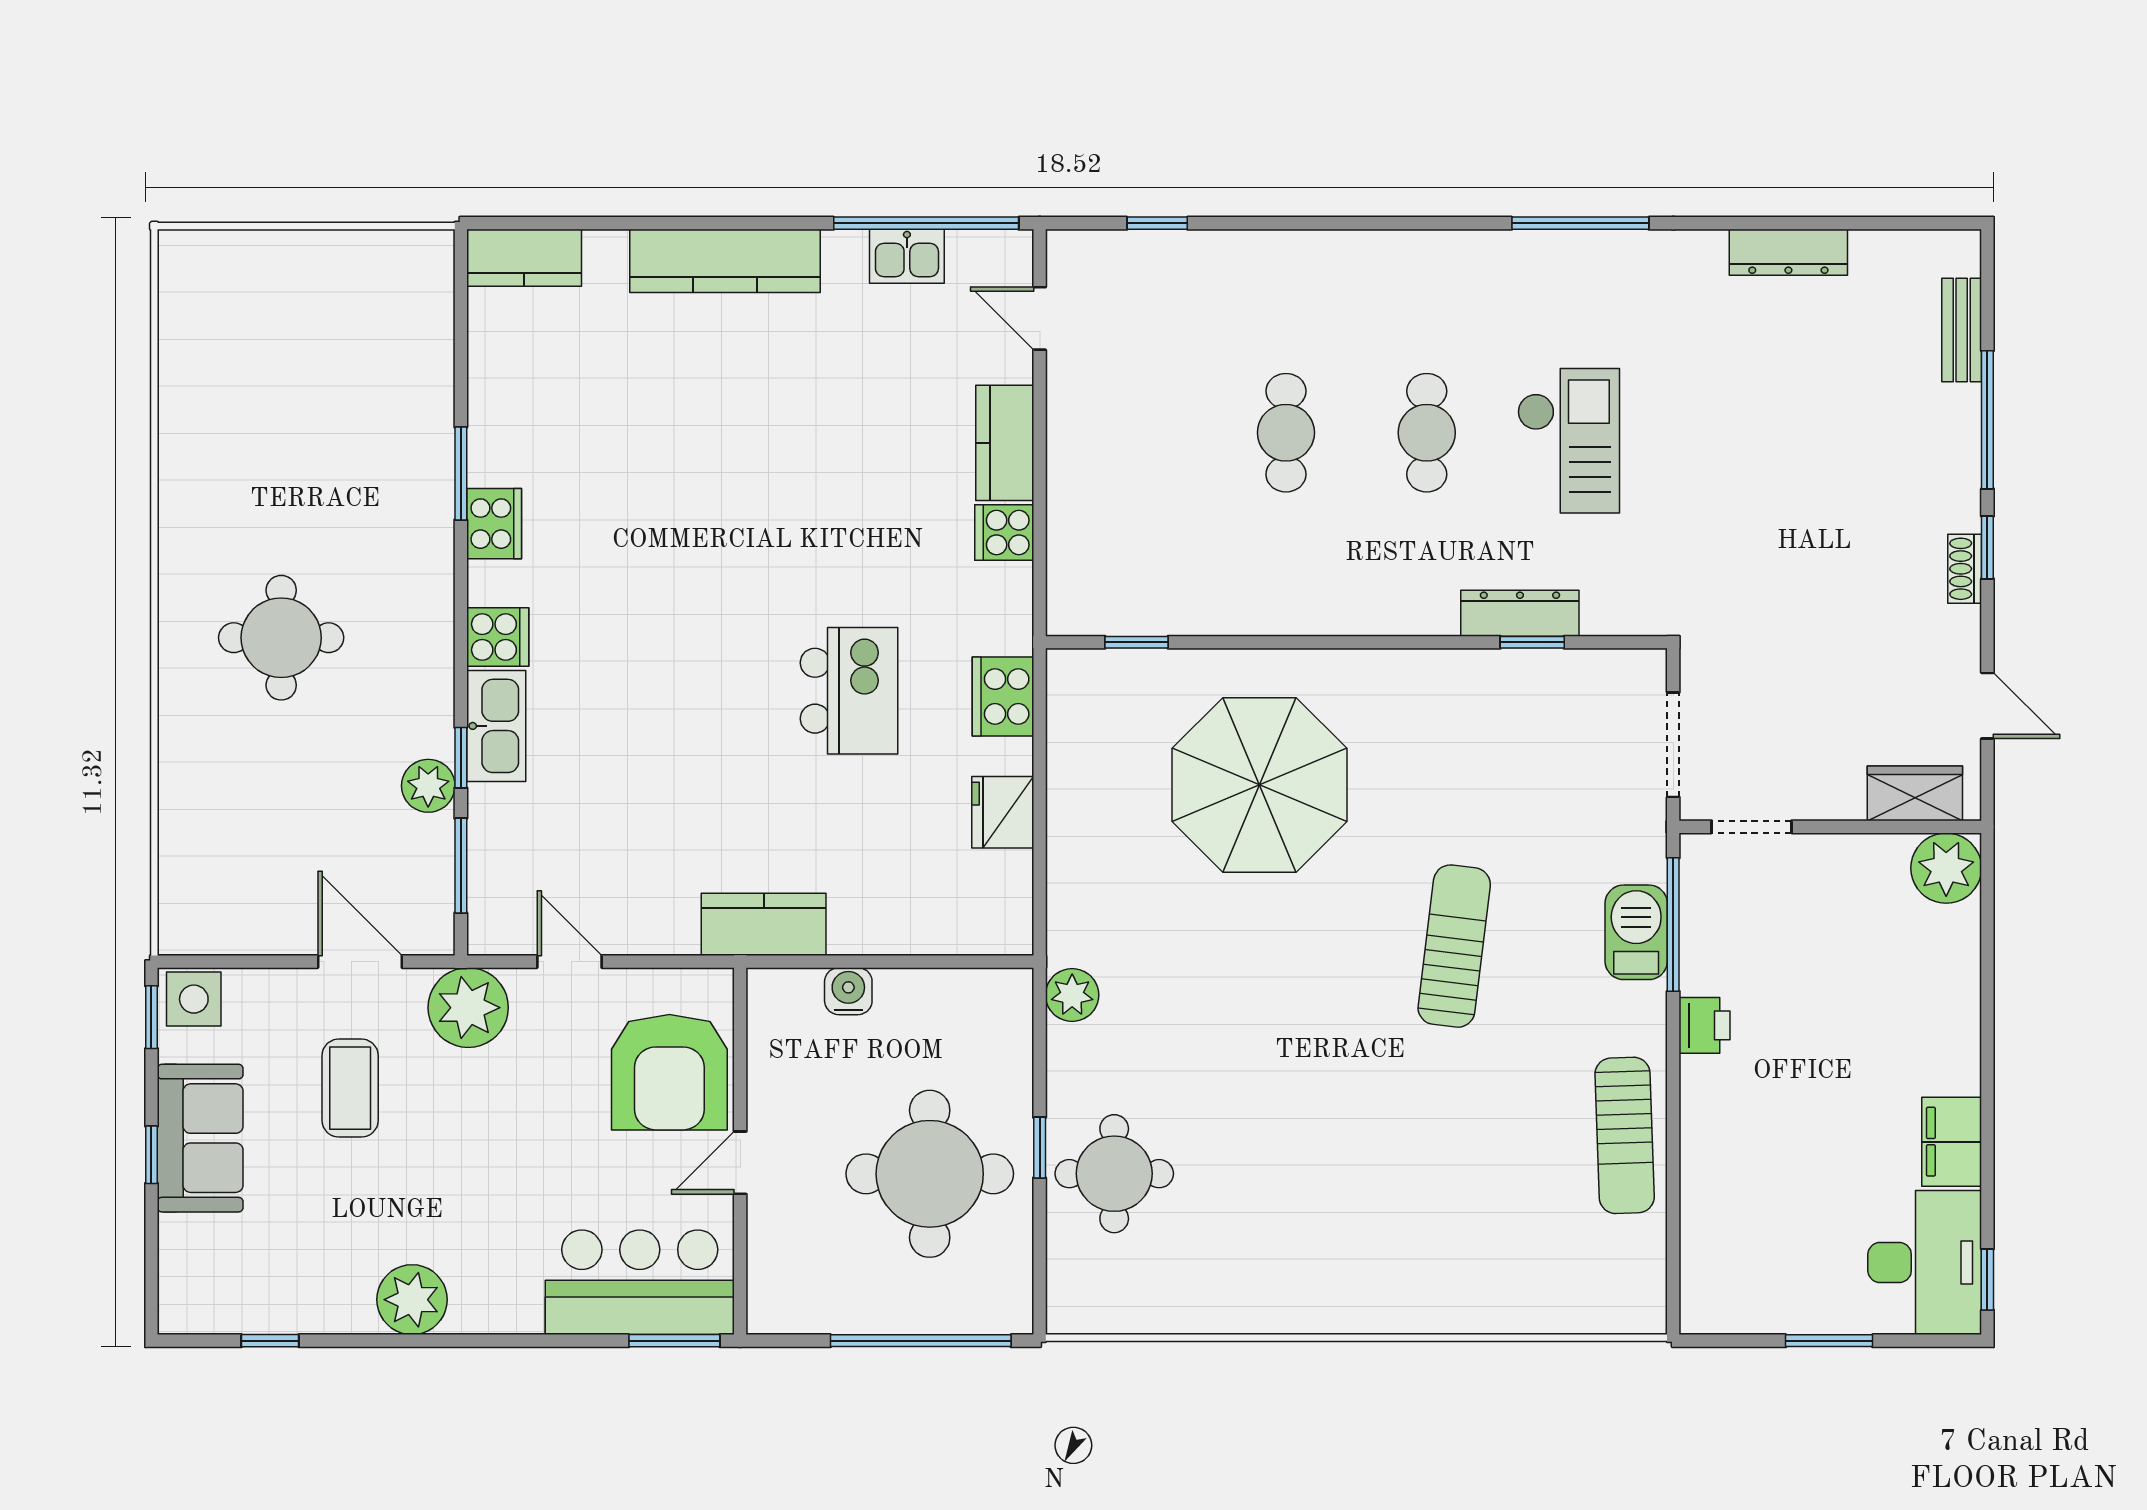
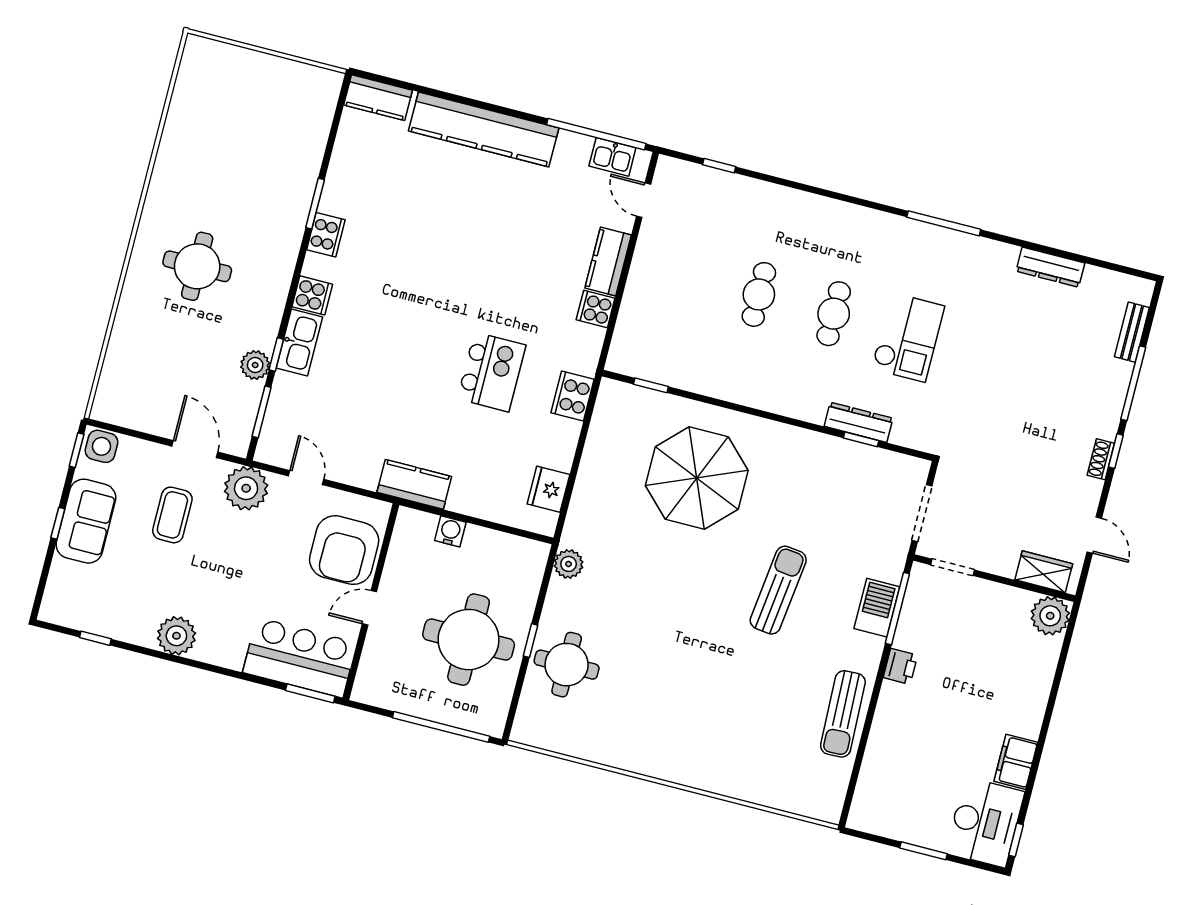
kitchen sink: (907, 256) -> (612, 157), moved
kitchen counter: (725, 261) -> (484, 129), width x1.39, depth x1.17
fridge: (1003, 812) -> (548, 489), moved

